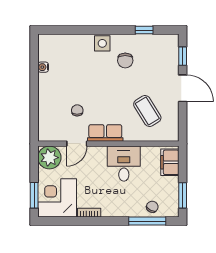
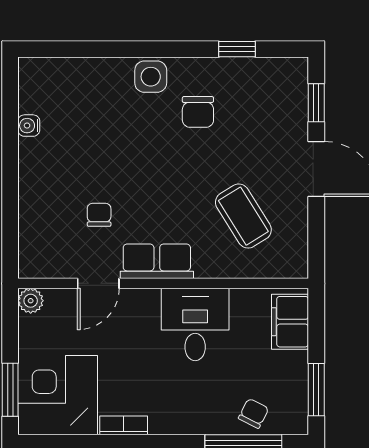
plant: (49, 158) -> (31, 301), width x0.53, depth x0.53

